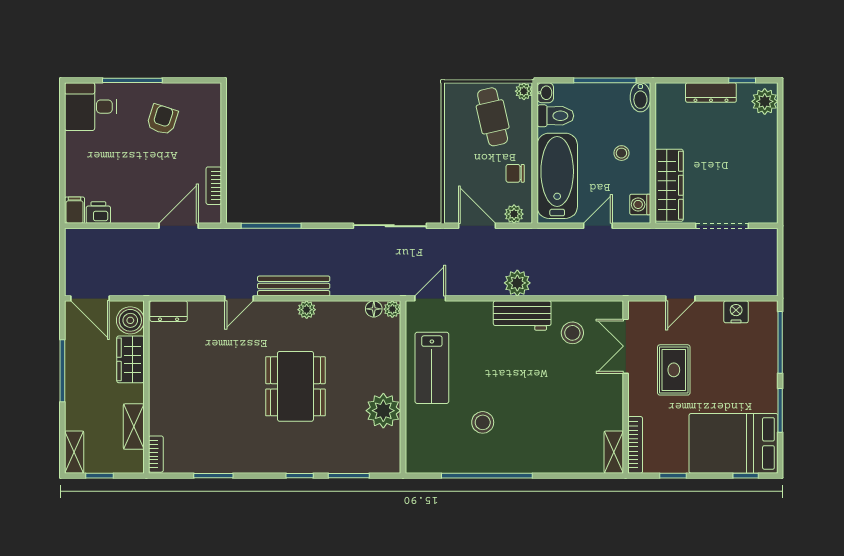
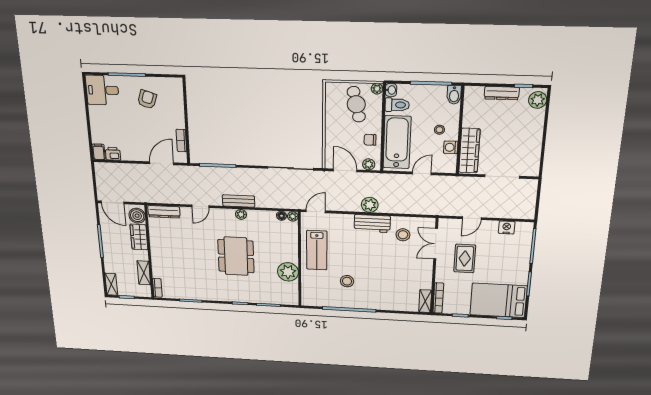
washing machine: (640, 204) -> (451, 147), moved
bench: (294, 286) -> (239, 201), width x0.73
dresser: (169, 311) -> (164, 212), width x1.44

